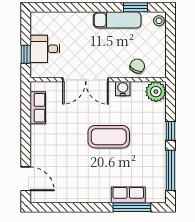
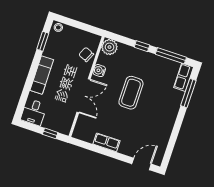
exam couch: (117, 20) -> (42, 75), moved
desk: (45, 49) -> (34, 112), moved
row of seats: (38, 108) -> (106, 142), moved
row of seats: (128, 195) -> (184, 77), moved

